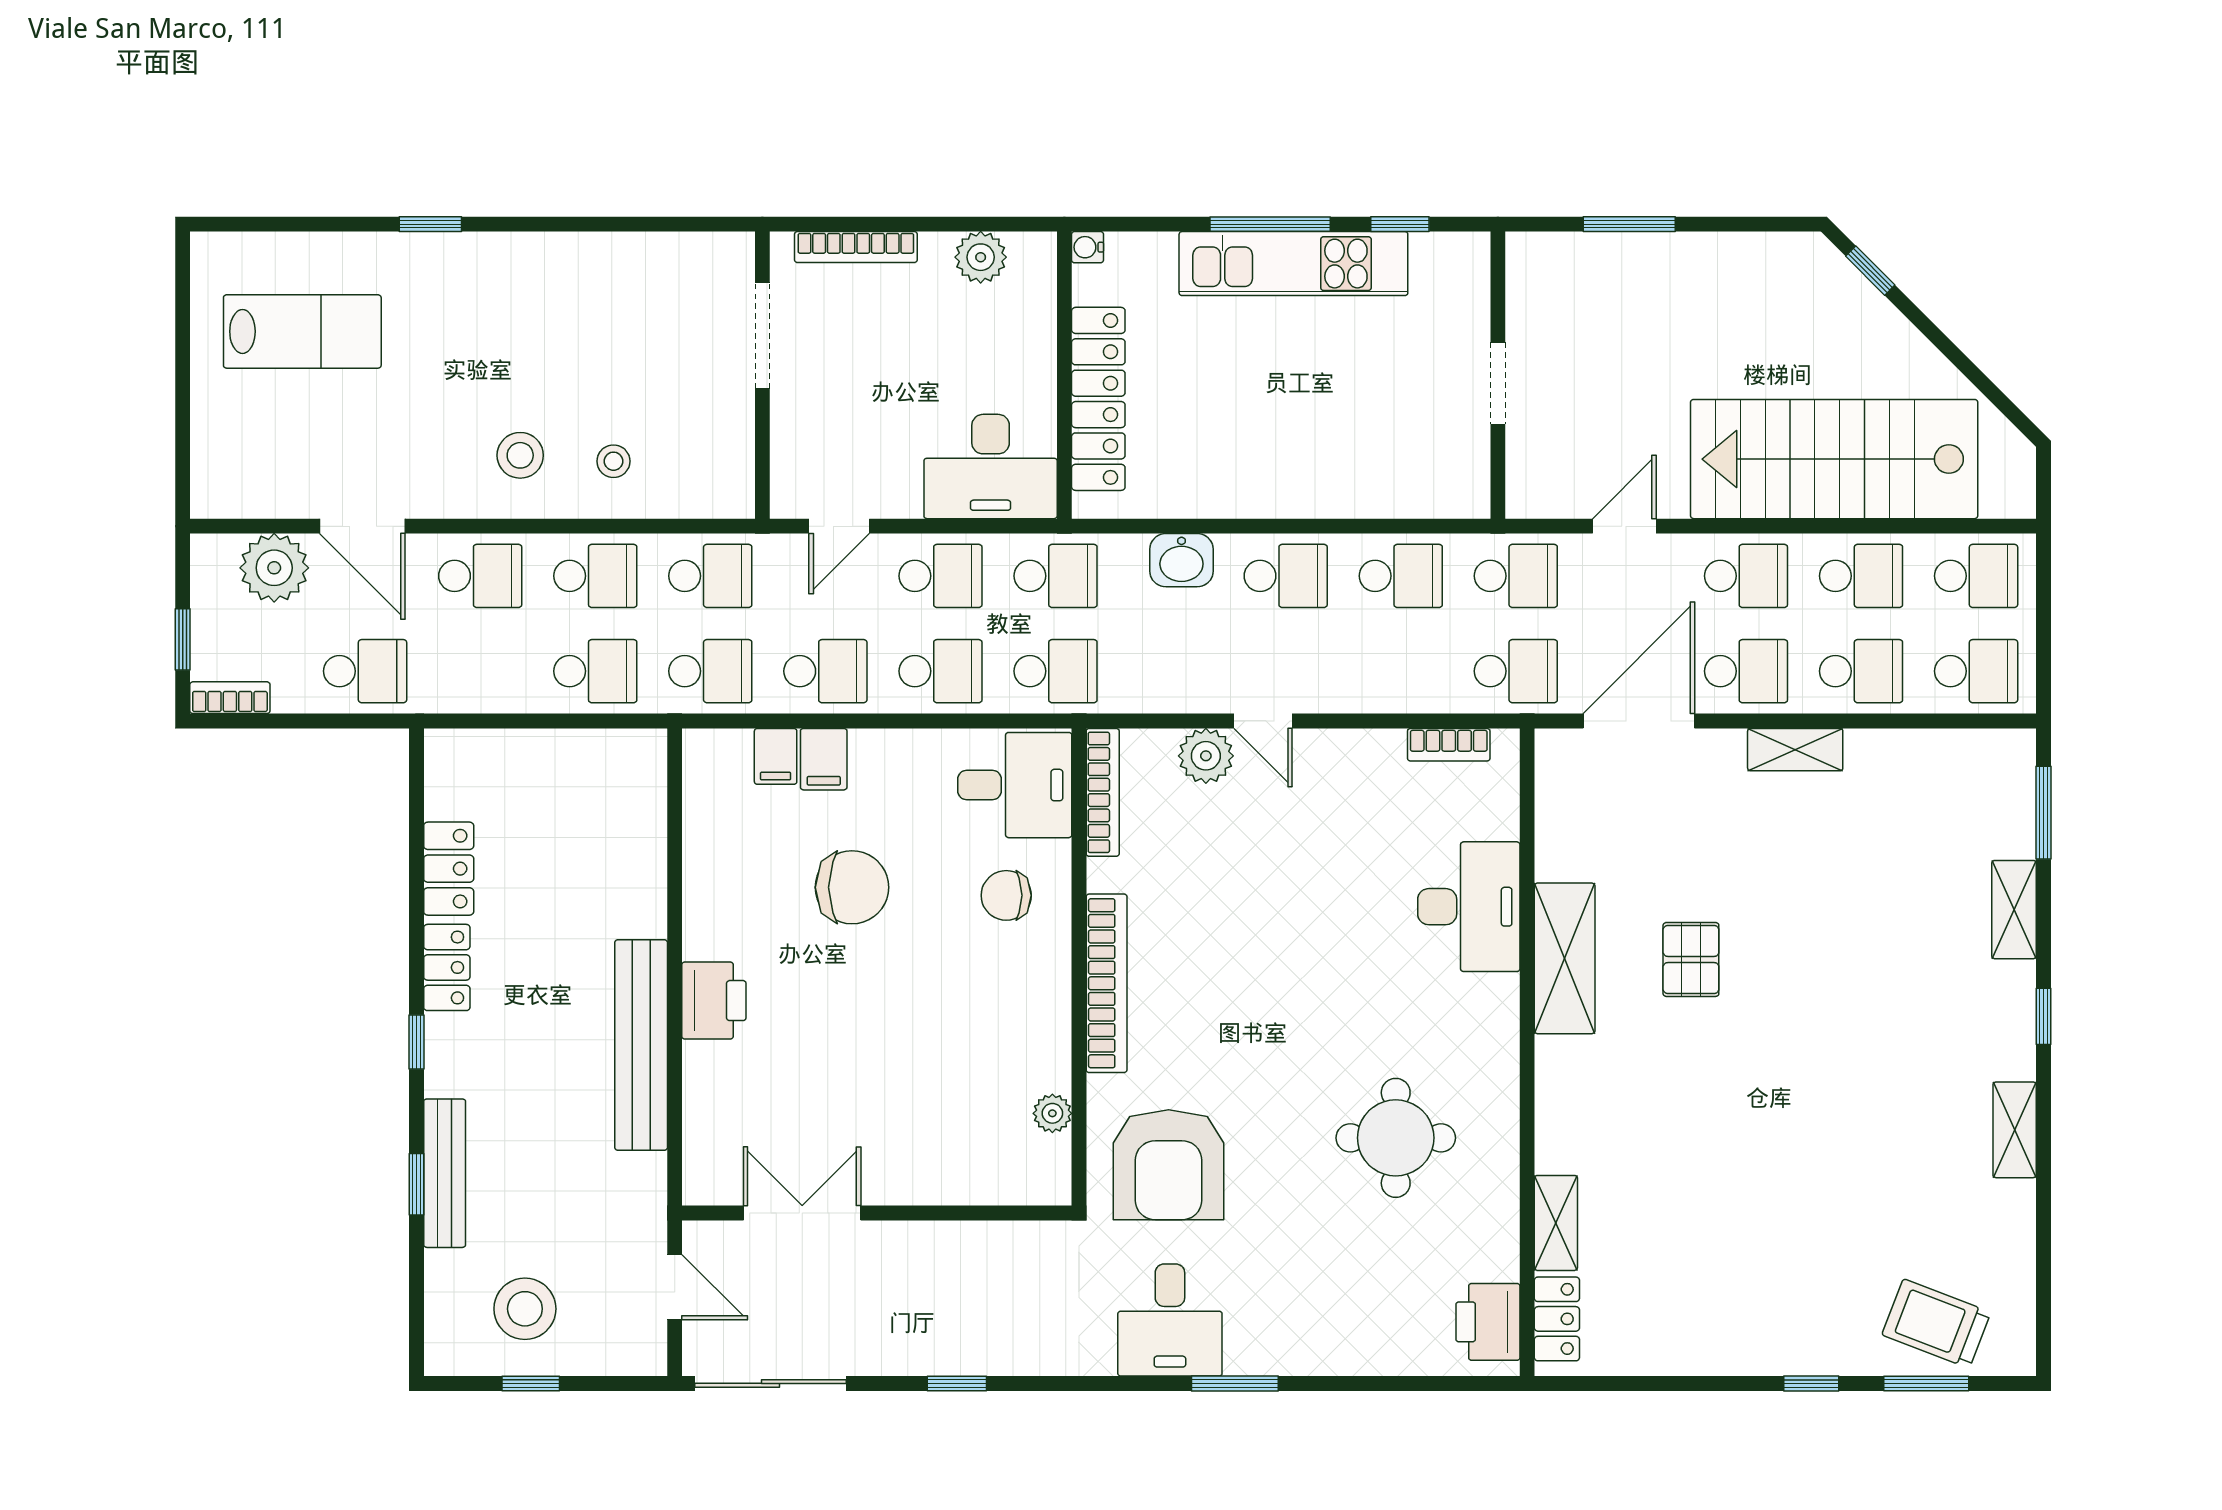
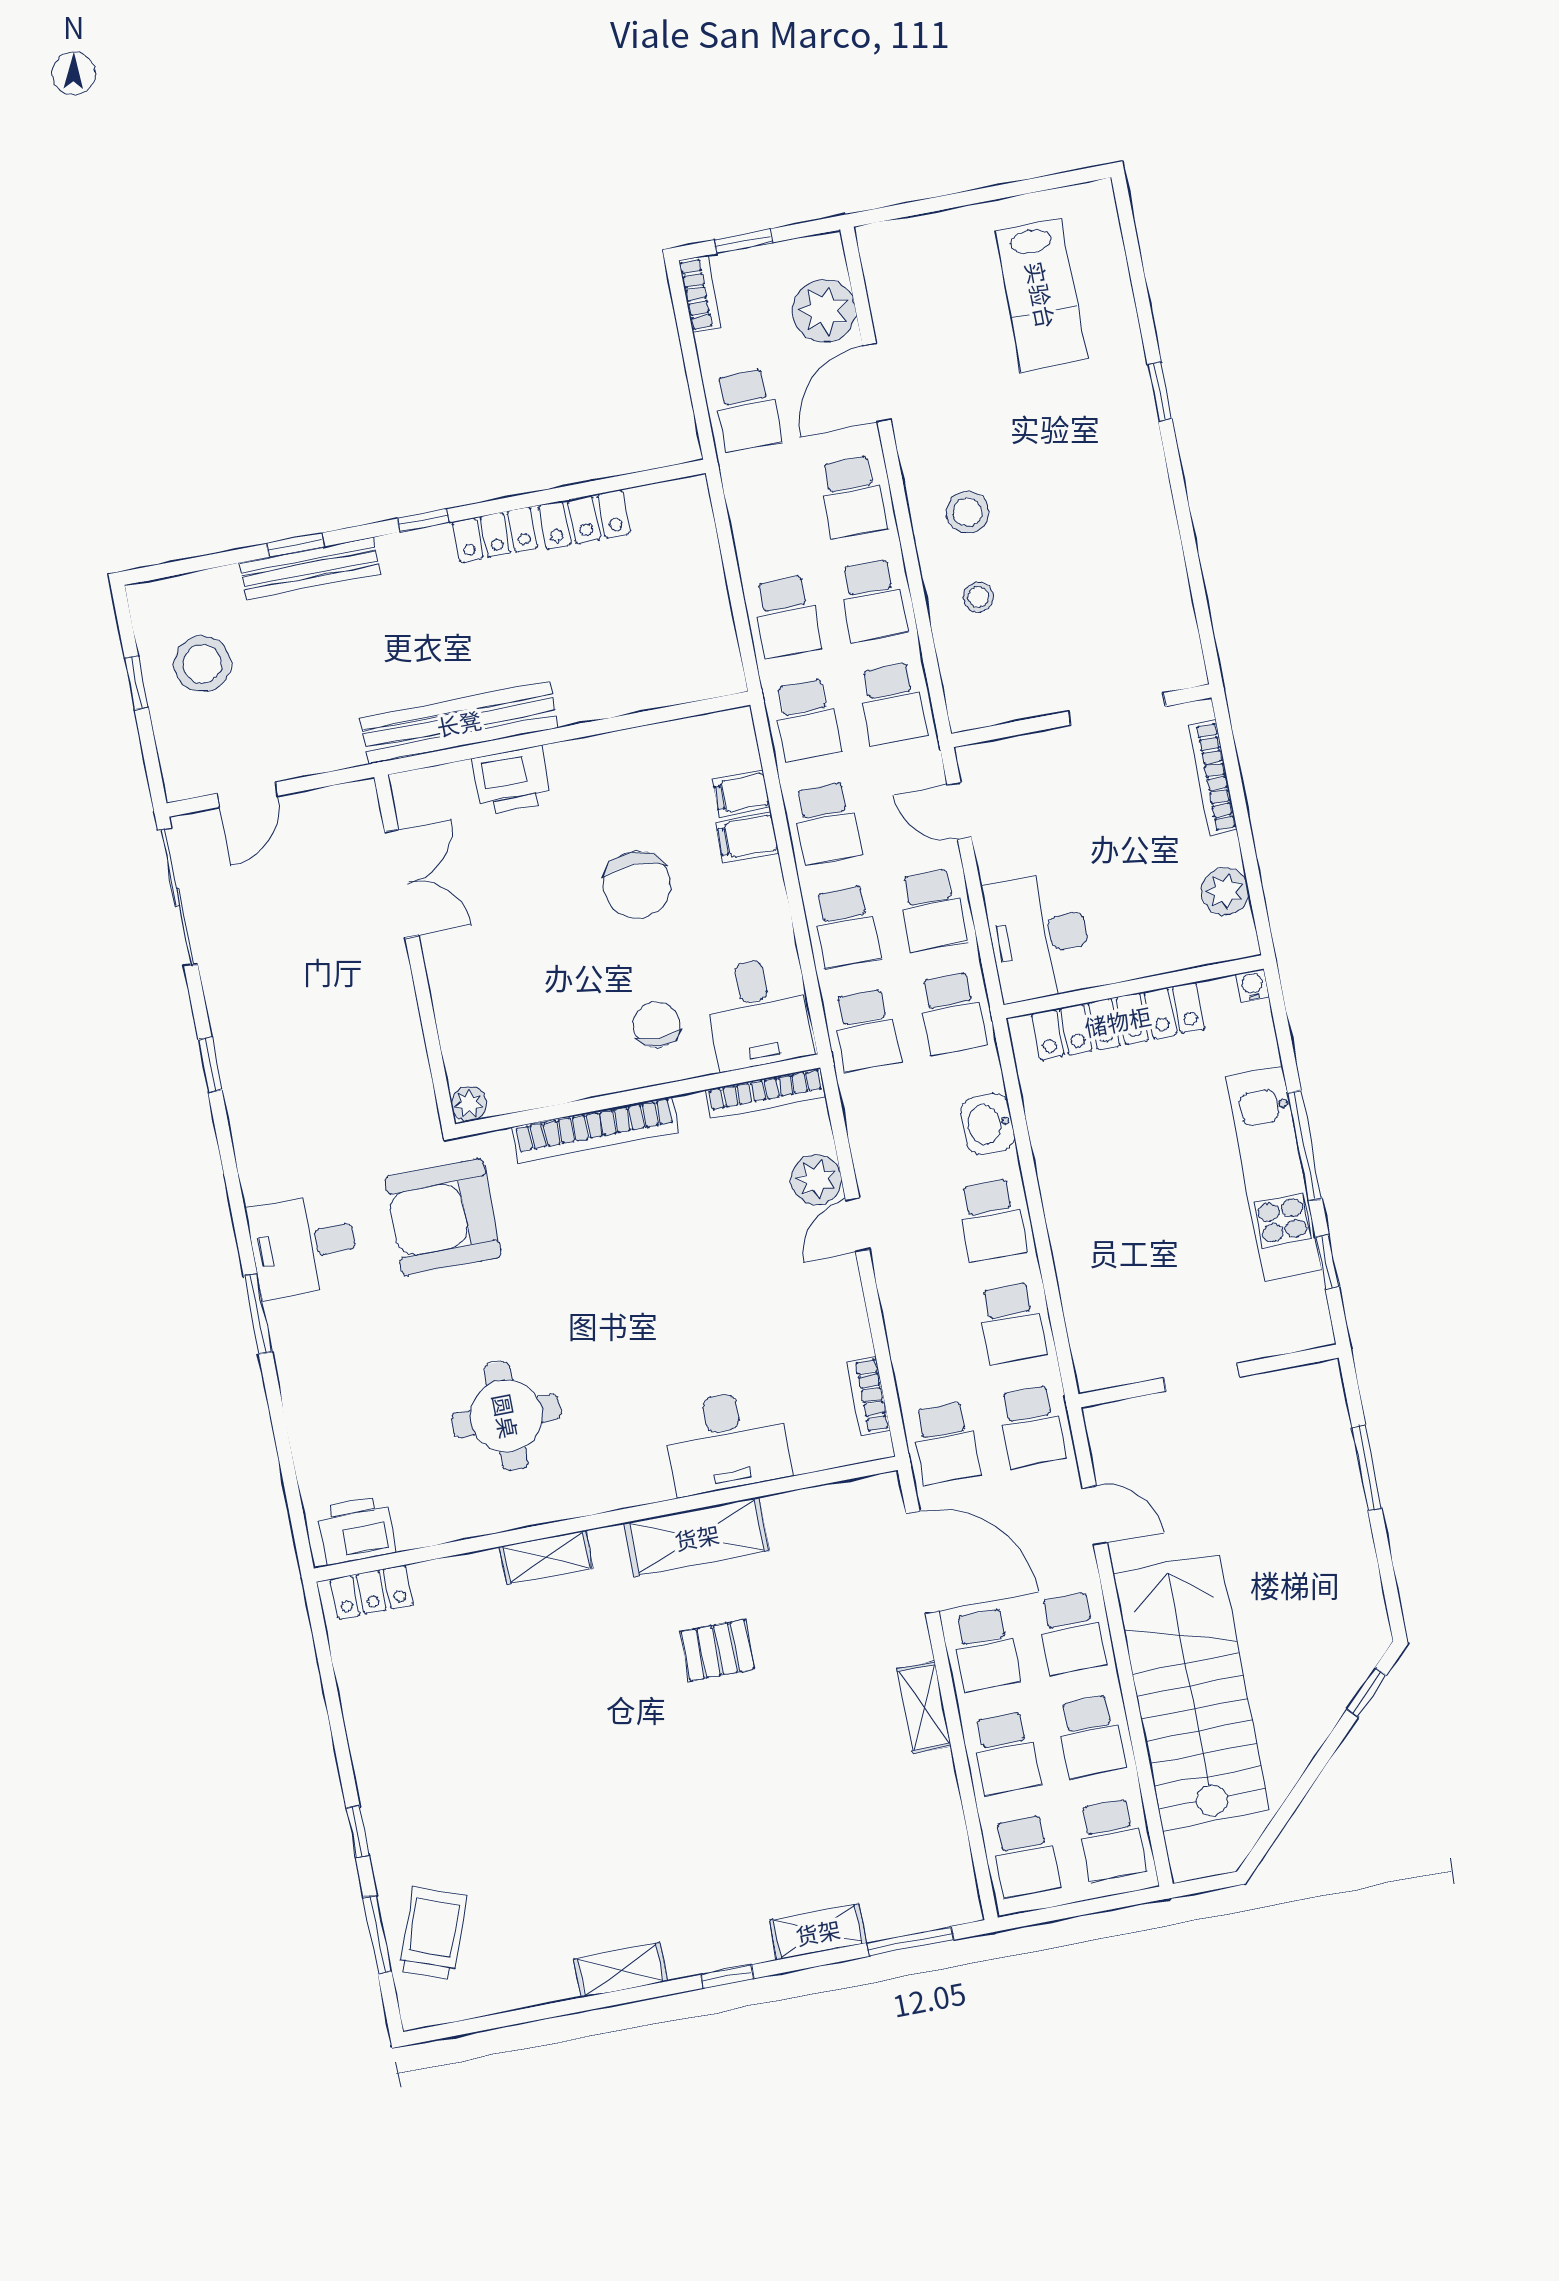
double door: (802, 1213) -> (402, 884), moved
wall: (877, 1213) -> (415, 951), moved
shelving: (1556, 1223) -> (546, 1557), moved

